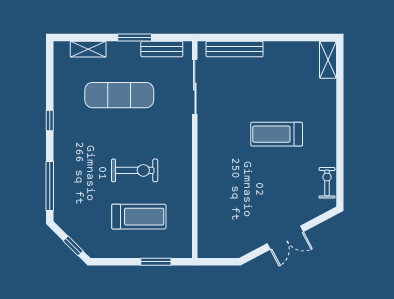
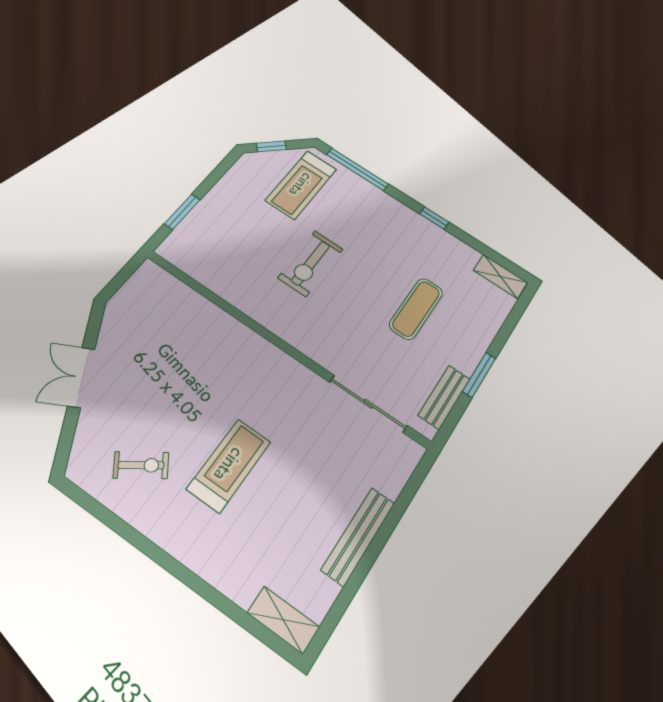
shelving: (88, 49) -> (500, 276), moved, turned 90
bench: (235, 49) -> (358, 536), moved
exercise mat: (119, 95) -> (416, 309), width x0.73, depth x0.69
exercise bike: (327, 183) -> (141, 465), moved, turned -35
treadmill: (139, 217) -> (301, 185), moved

